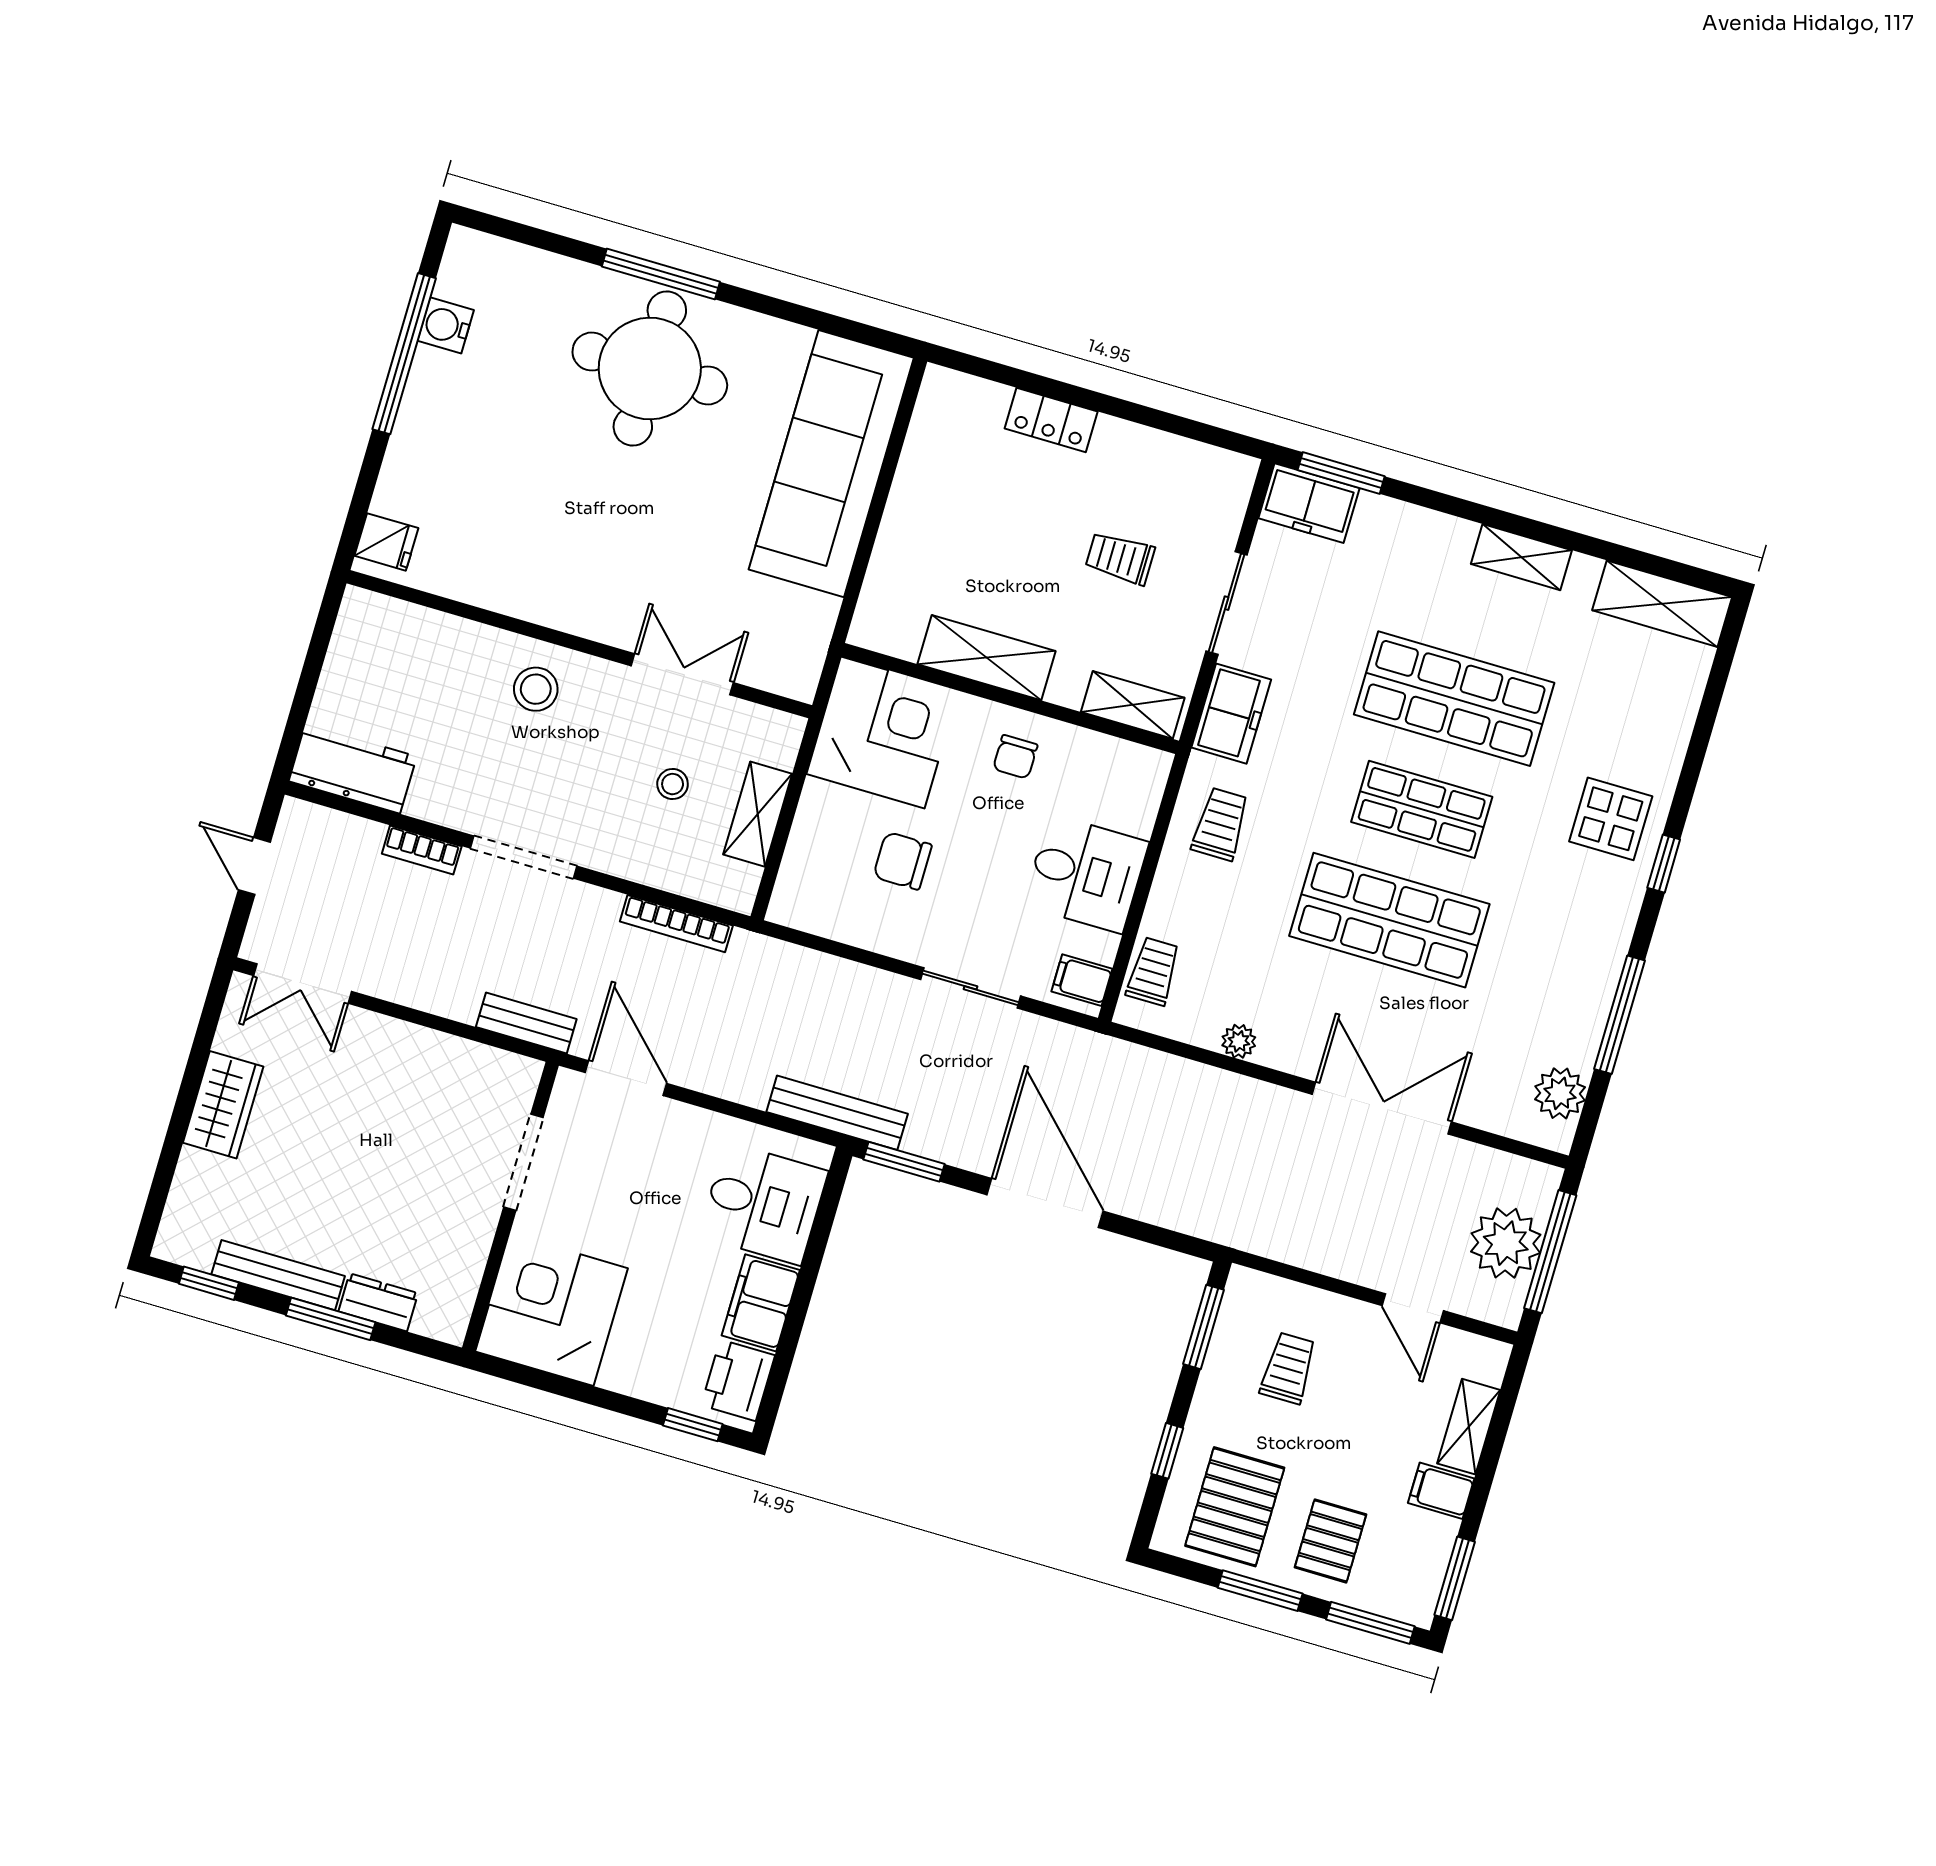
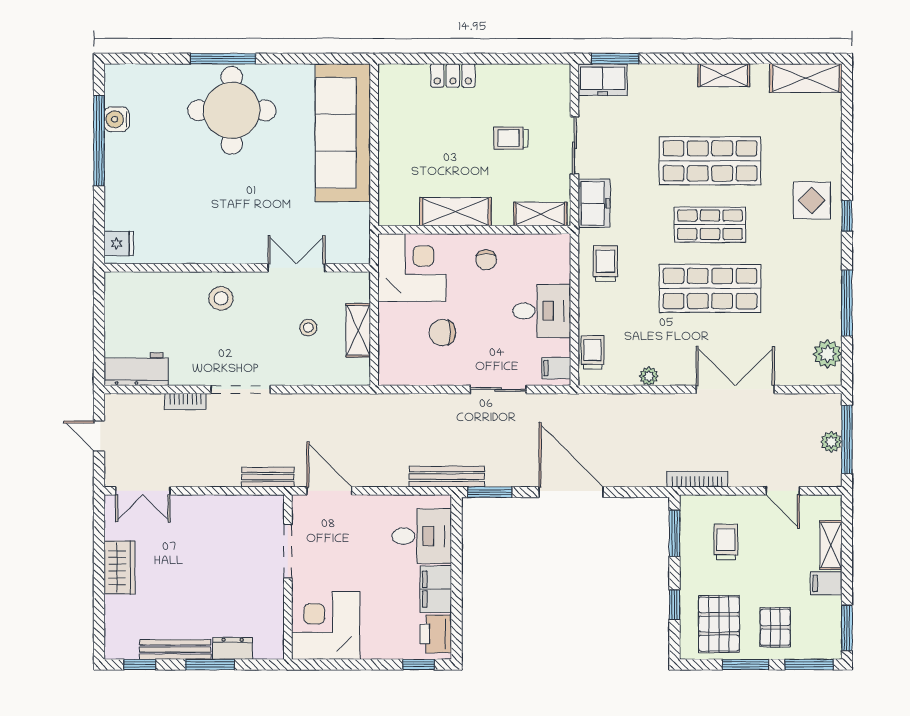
bookcase: (676, 924) -> (697, 479), moved, turned 180
plant: (1506, 1243) -> (831, 442), width x0.53, depth x0.53

